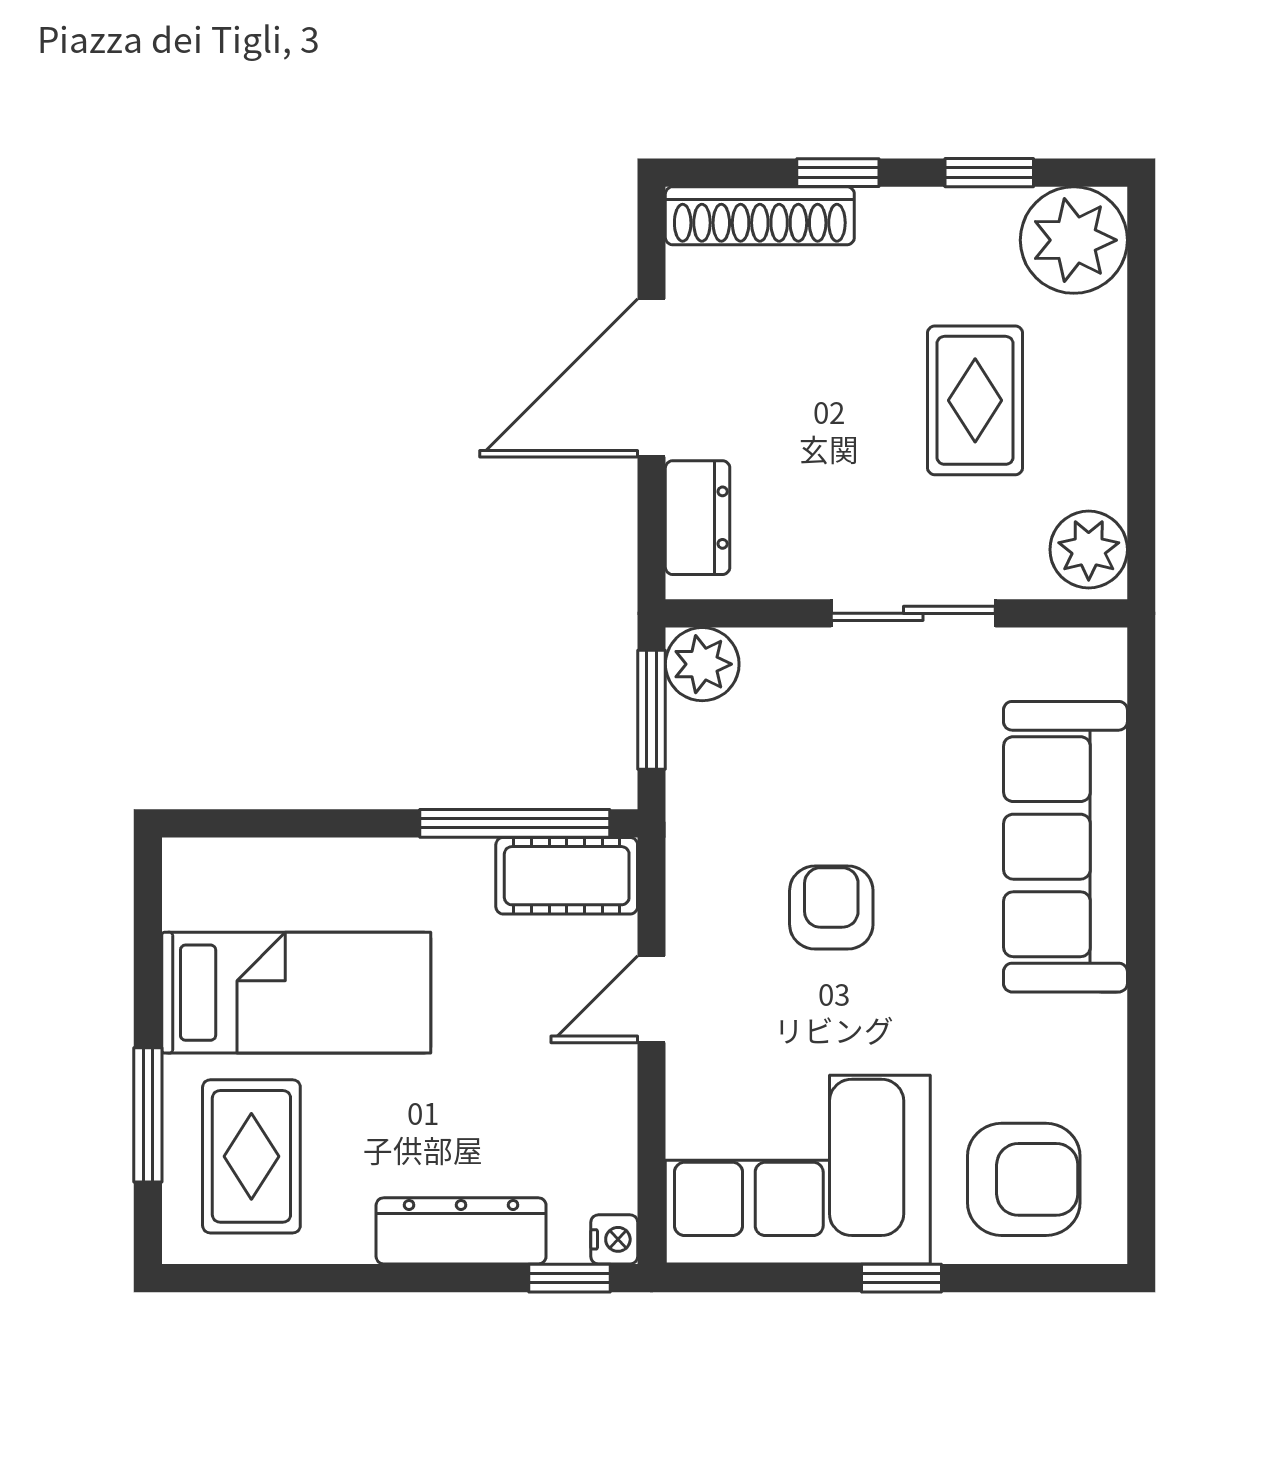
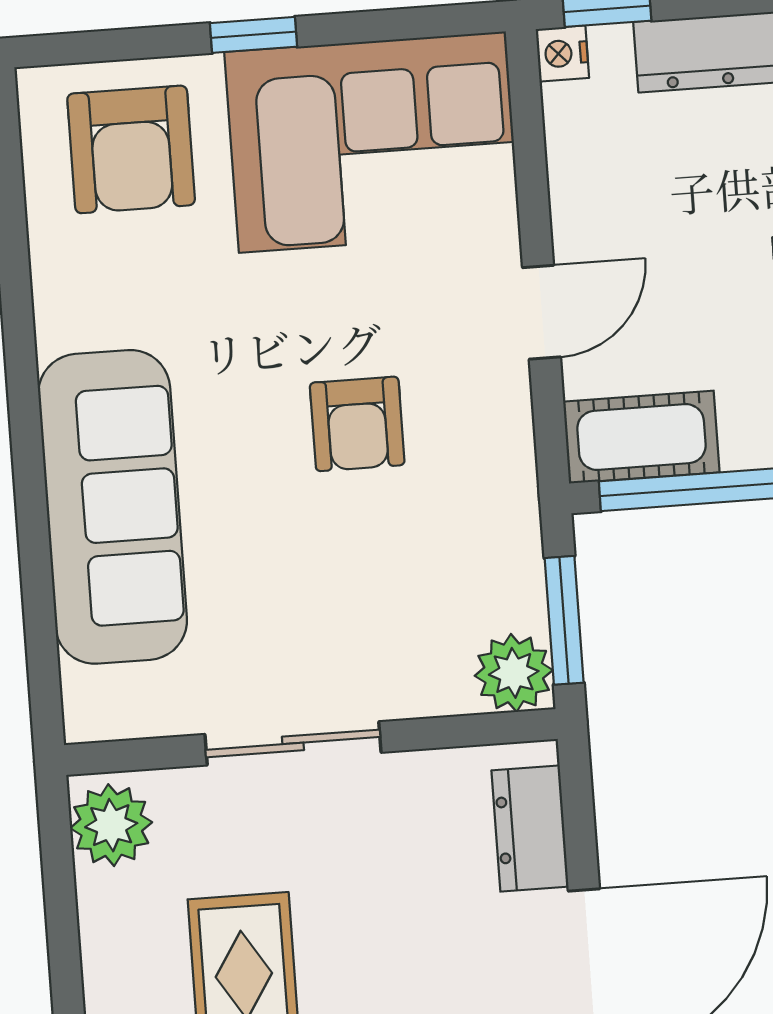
armchair: (1024, 1179) -> (131, 149), turned -90

